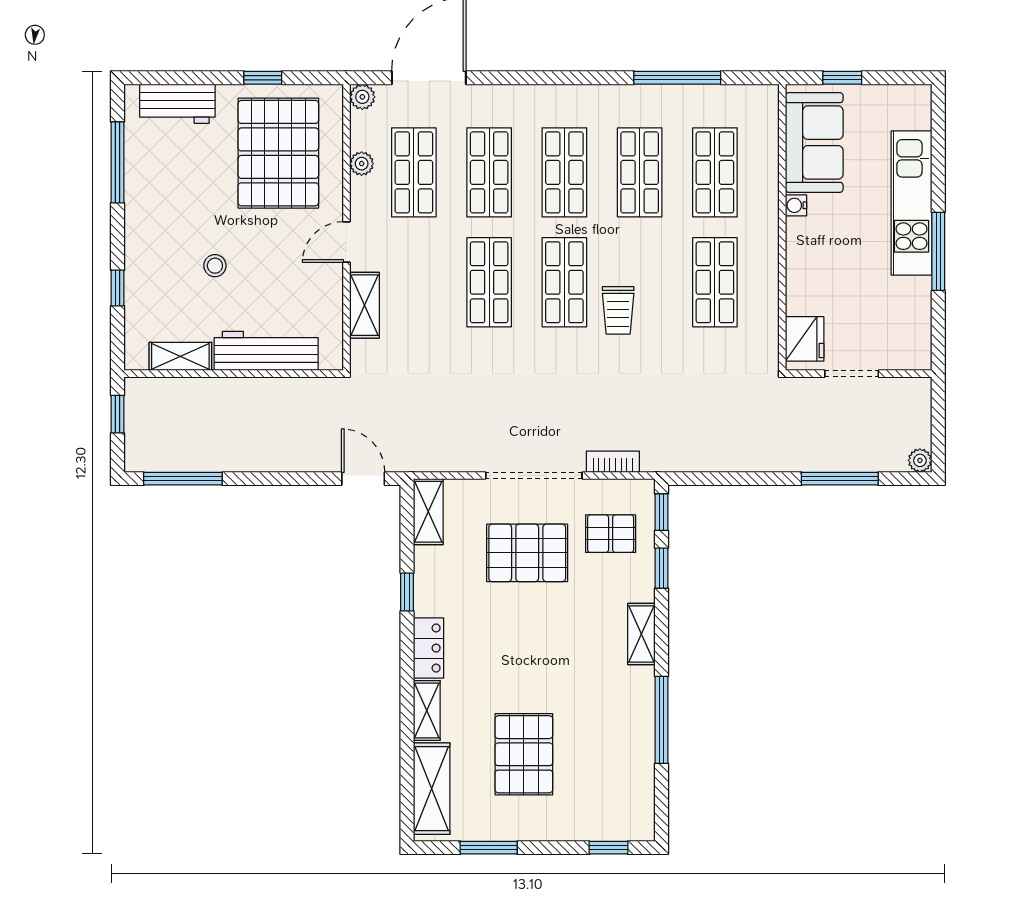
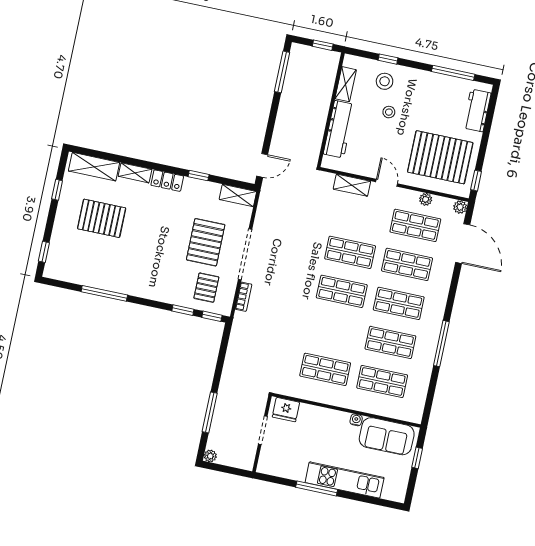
window: (263, 78) -> (476, 181), moved
window: (677, 78) -> (441, 344), moved
stool: (160, 286) -> (385, 81), added
trolley: (618, 310) -> (321, 316), removed
shelving: (641, 634) -> (151, 292), removed
window: (489, 848) -> (57, 190), width x0.67

